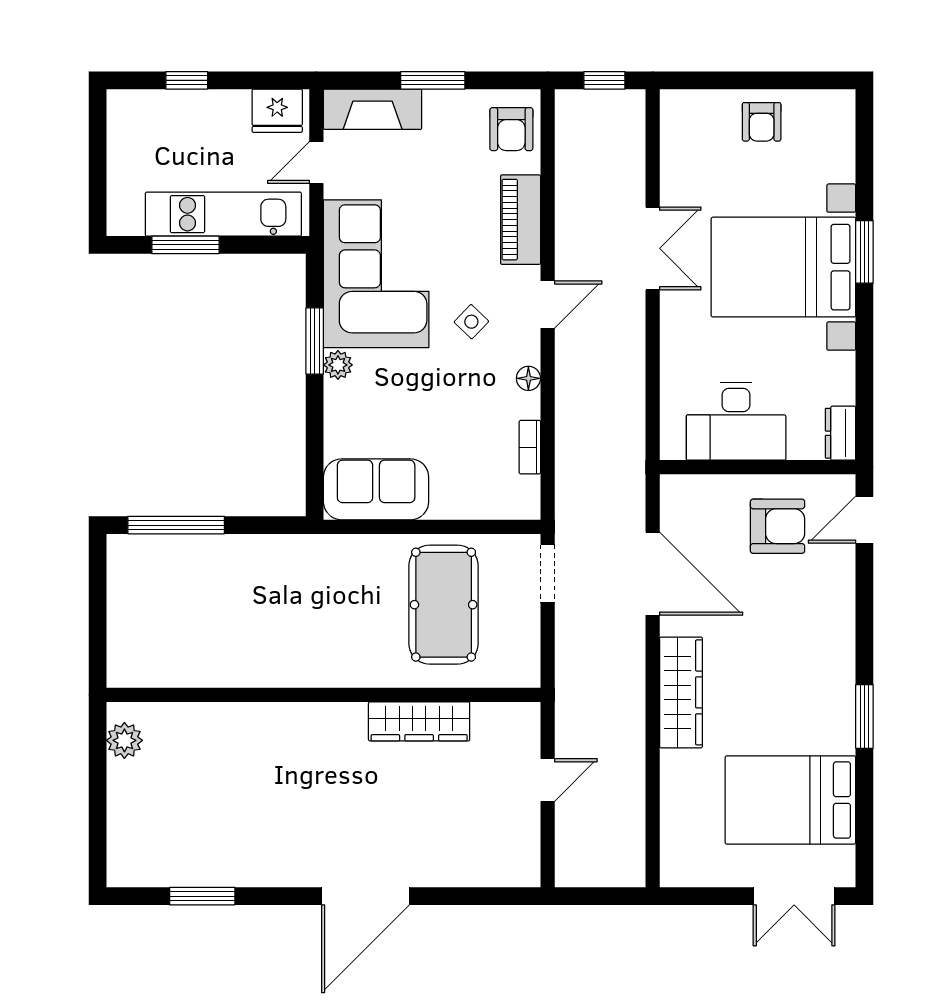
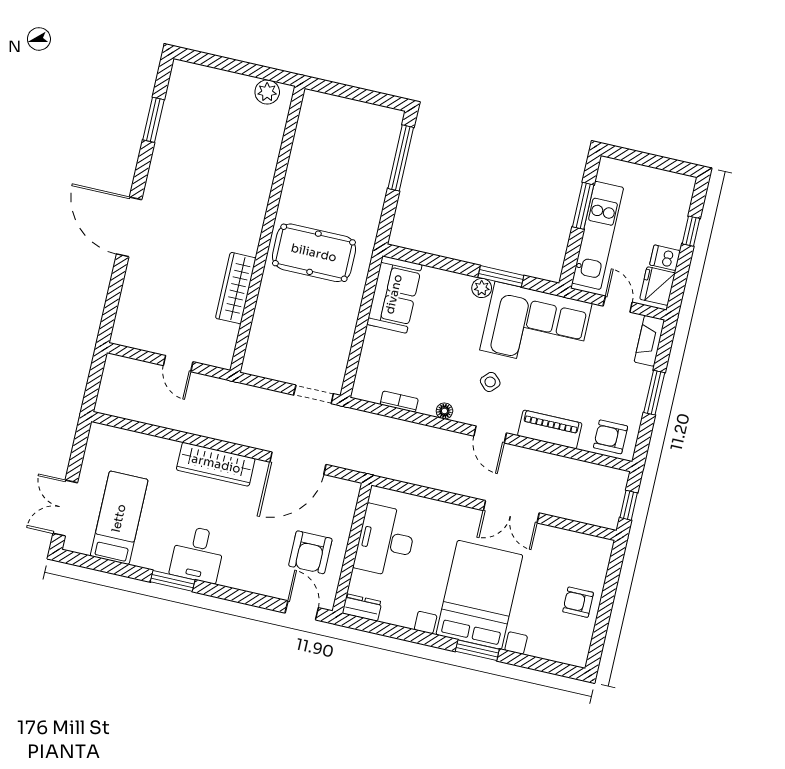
dishwasher: (234, 109) -> (665, 258), added
fireplace: (373, 109) -> (649, 341), width x0.73, depth x0.76
pool table: (444, 605) -> (314, 253), moved
desk: (817, 689) -> (198, 554), added
bed: (790, 800) -> (119, 518), width x0.67

